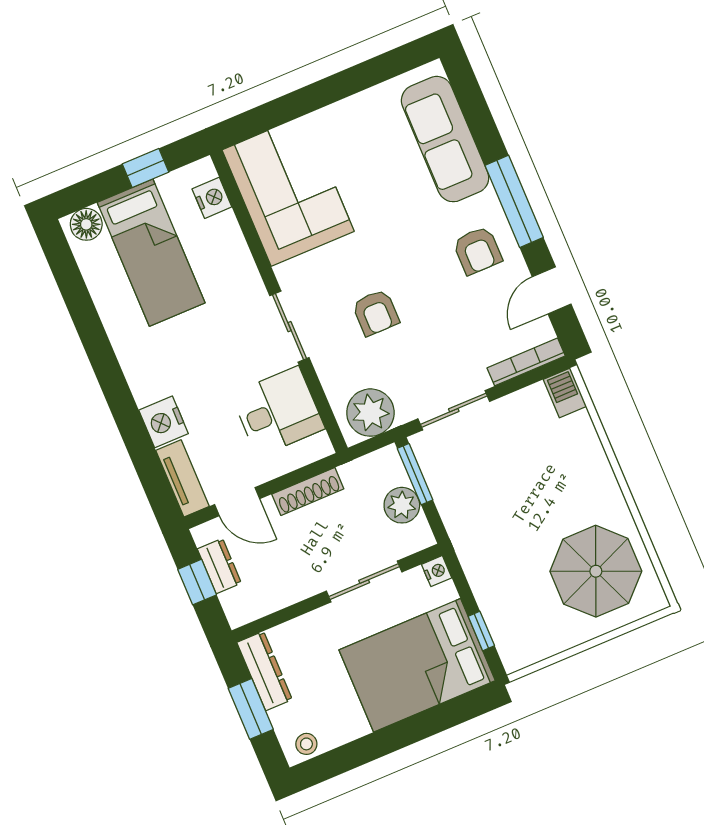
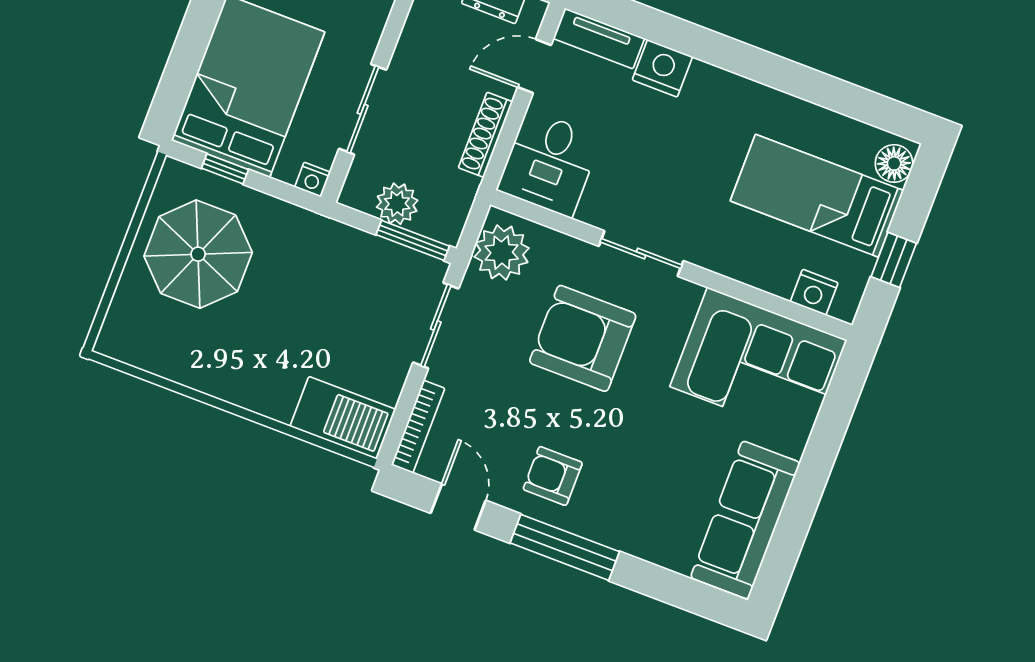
sofa: (445, 139) -> (745, 520), moved, turned -90
armchair: (376, 313) -> (583, 338), width x1.88, depth x1.88
barbecue: (565, 393) -> (343, 418), width x1.88, depth x1.53
desk: (278, 411) -> (549, 163), moved
parasol: (596, 571) -> (198, 254), moved

